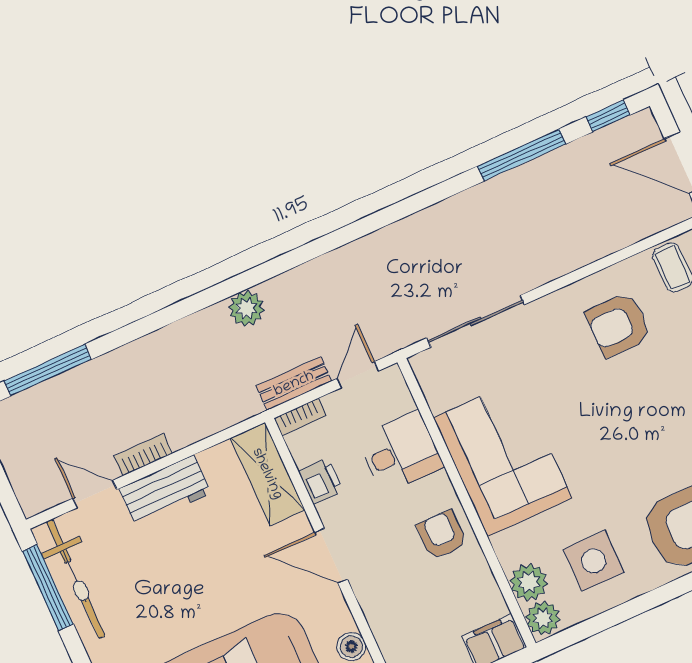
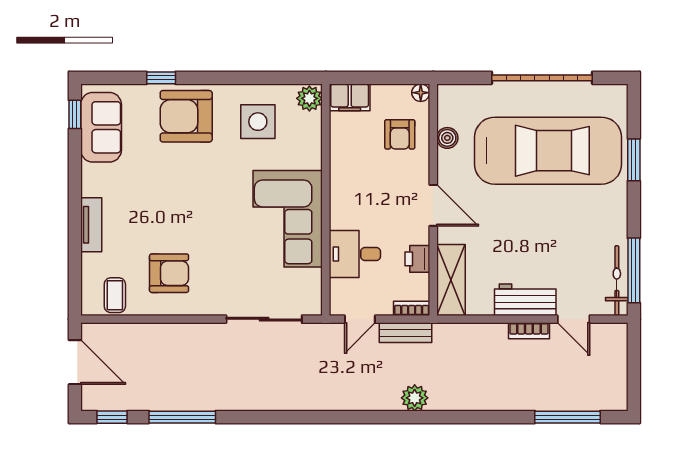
armchair: (442, 535) -> (400, 134), moved
bicycle: (76, 579) -> (617, 281), width x0.73, depth x0.71
plant: (529, 582) -> (308, 127), removed

